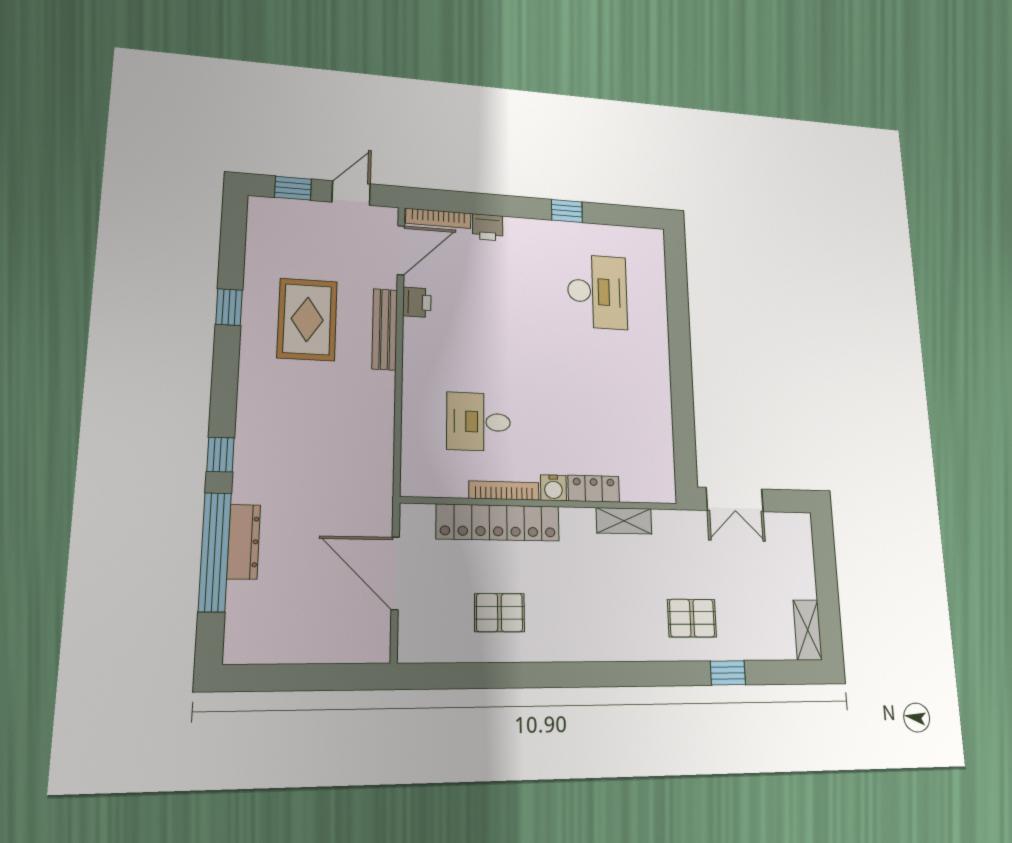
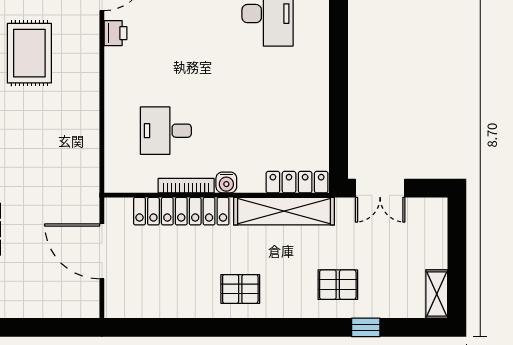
bench: (385, 329) -> (90, 58), removed
locker: (594, 489) -> (297, 182), moved, width x1.53
shelving: (624, 521) -> (284, 211), width x2.20, depth x1.33
pallet: (499, 613) -> (240, 289), moved

